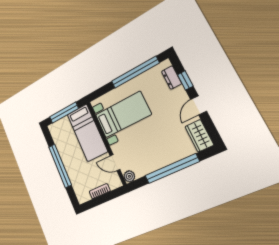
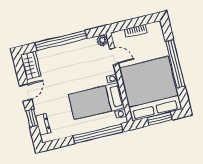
window: (135, 72) -> (98, 134), moved
window: (64, 113) -> (160, 119), width x0.69
bed: (87, 133) -> (150, 89), width x2.04

